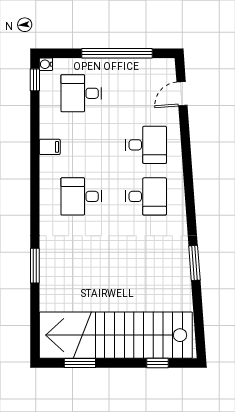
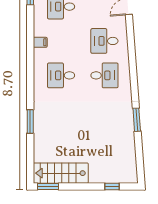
desk: (146, 145) -> (104, 41), turned 180
stairs: (116, 335) -> (61, 173), width x0.54, depth x0.66
window: (80, 363) -> (48, 187), moved

